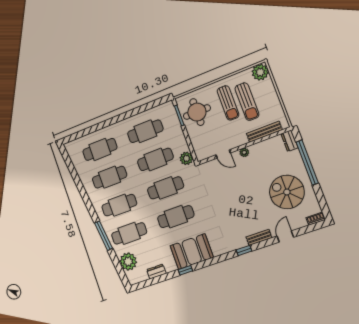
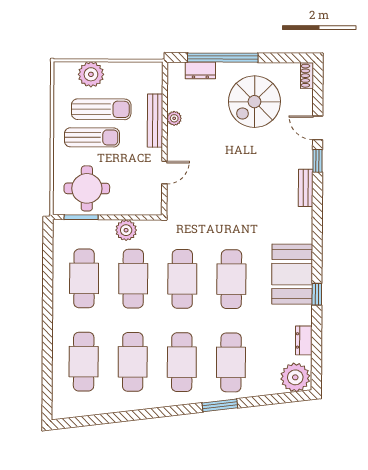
plant: (260, 72) -> (91, 74), moved
bench: (264, 132) -> (155, 121), moved
dresser: (289, 141) -> (200, 70), moved
plant: (244, 152) -> (174, 118), moved
plant: (186, 158) -> (126, 230), moved
window: (104, 236) -> (220, 405), width x0.69
bench: (259, 237) -> (306, 188), moved
window: (244, 250) -> (317, 161), moved
plant: (128, 262) -> (295, 377), moved

